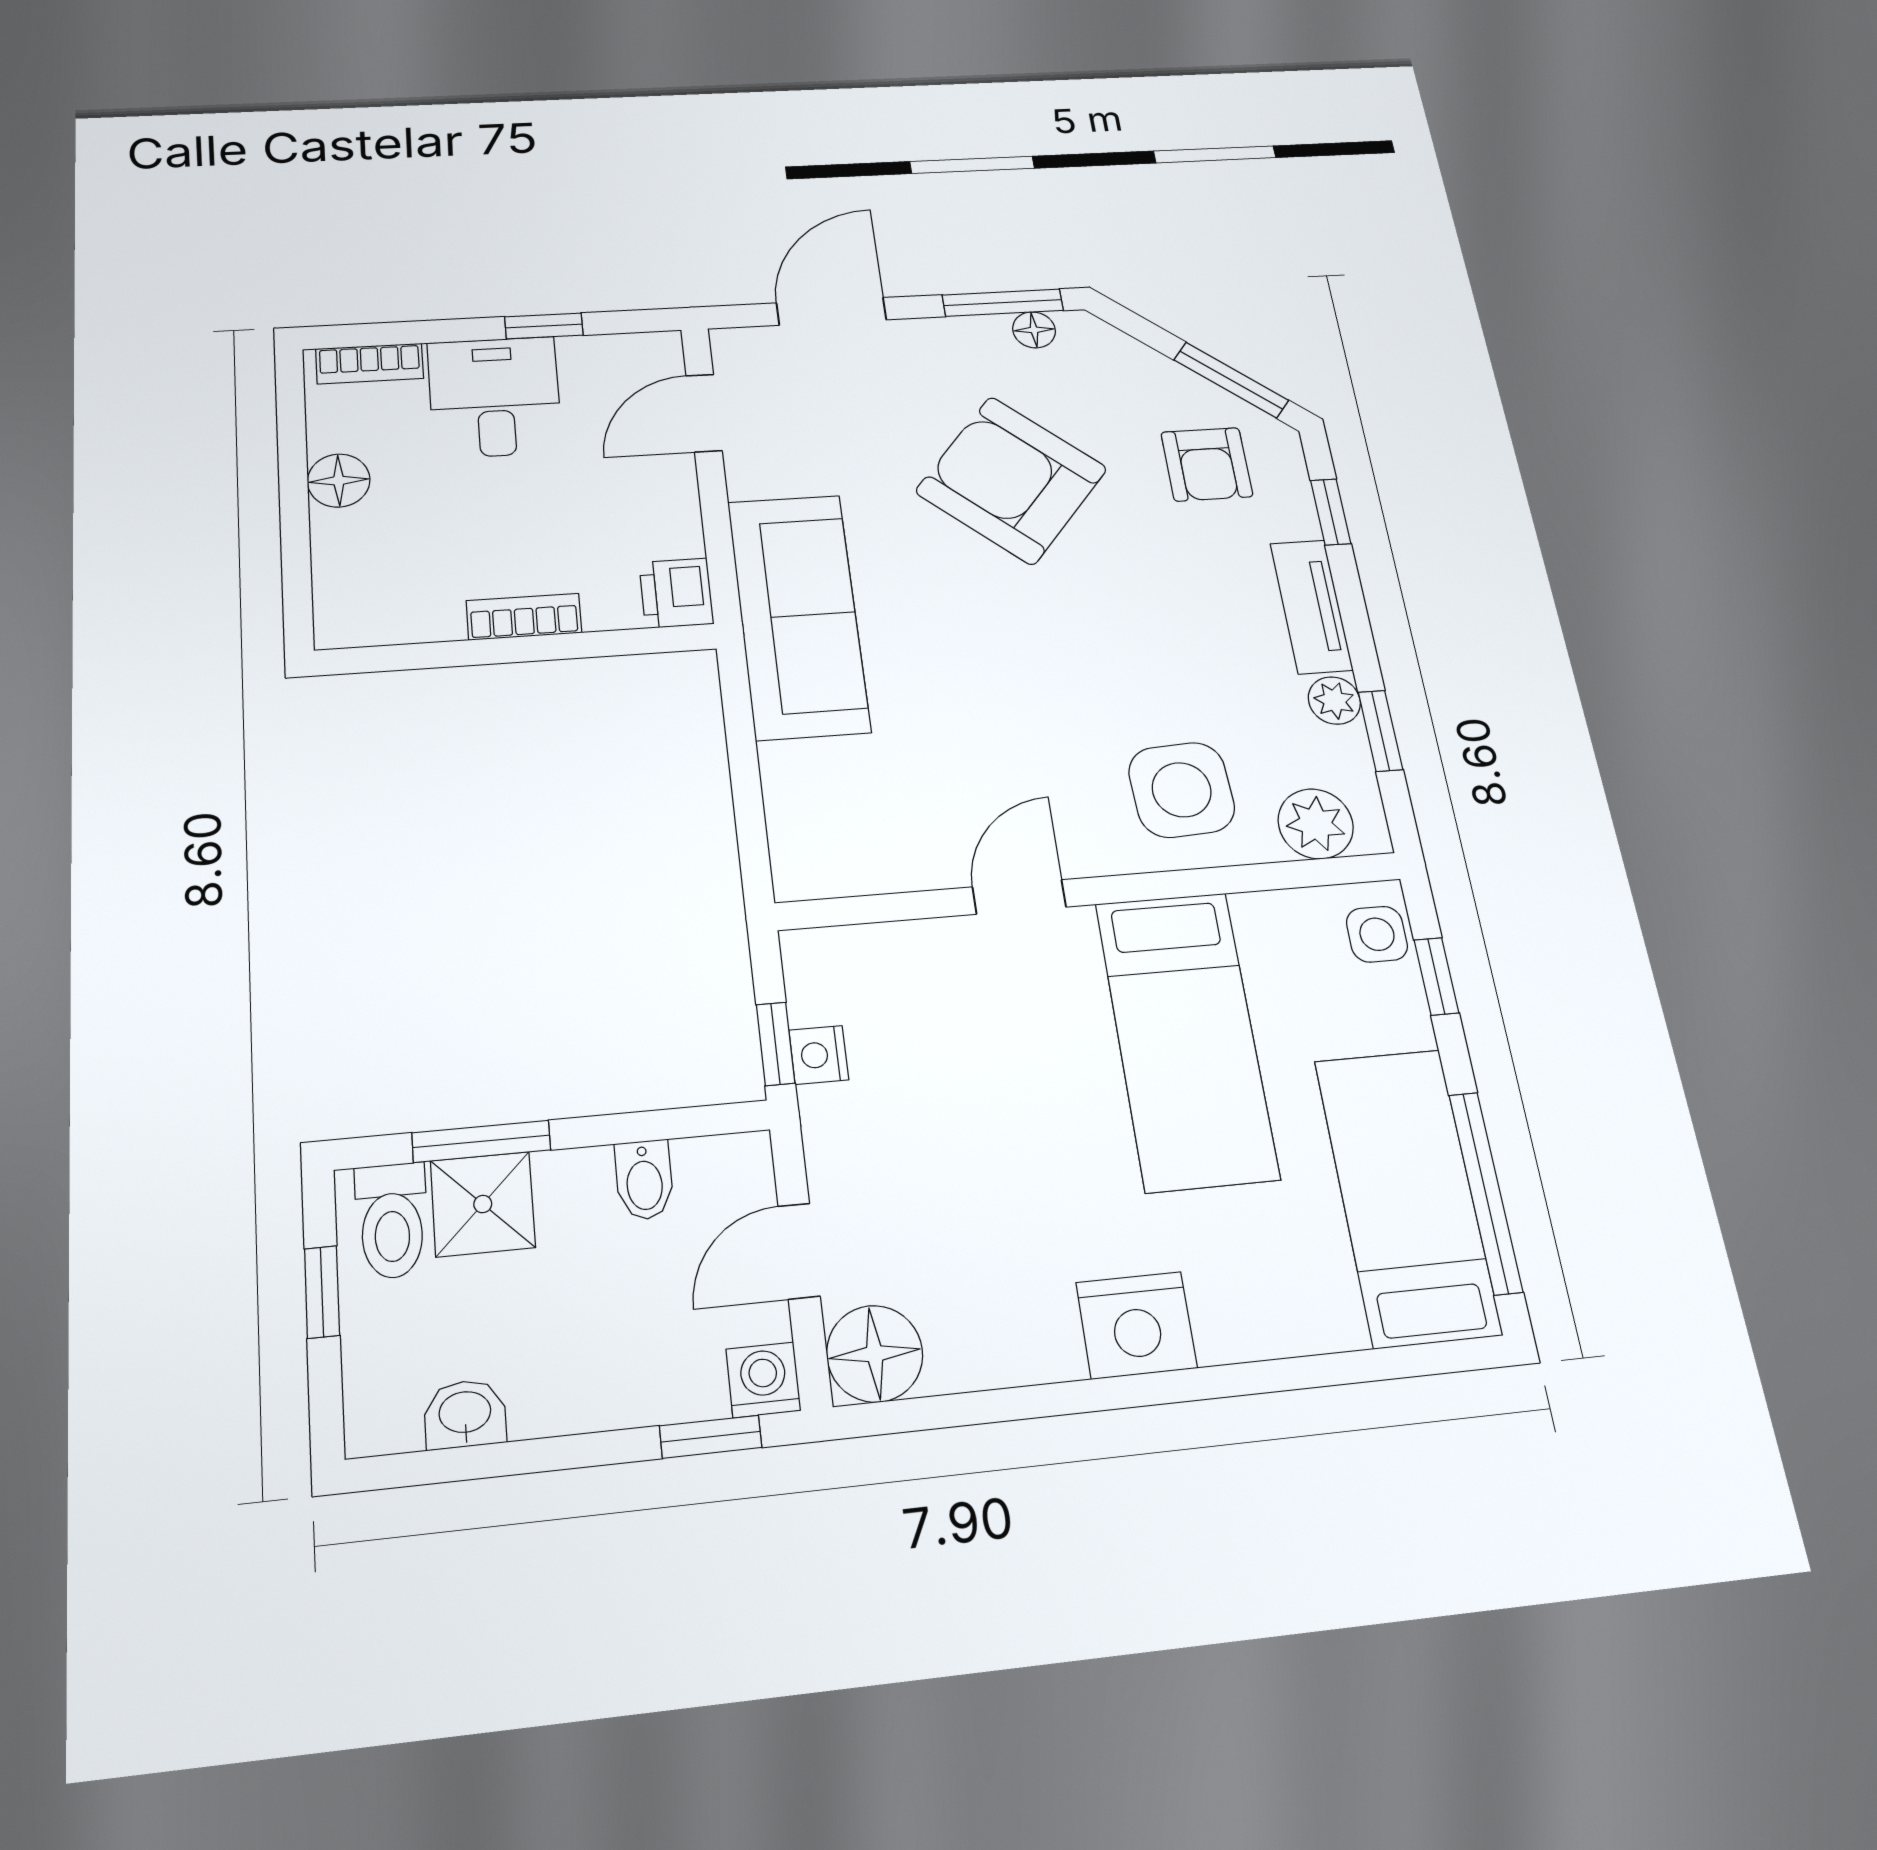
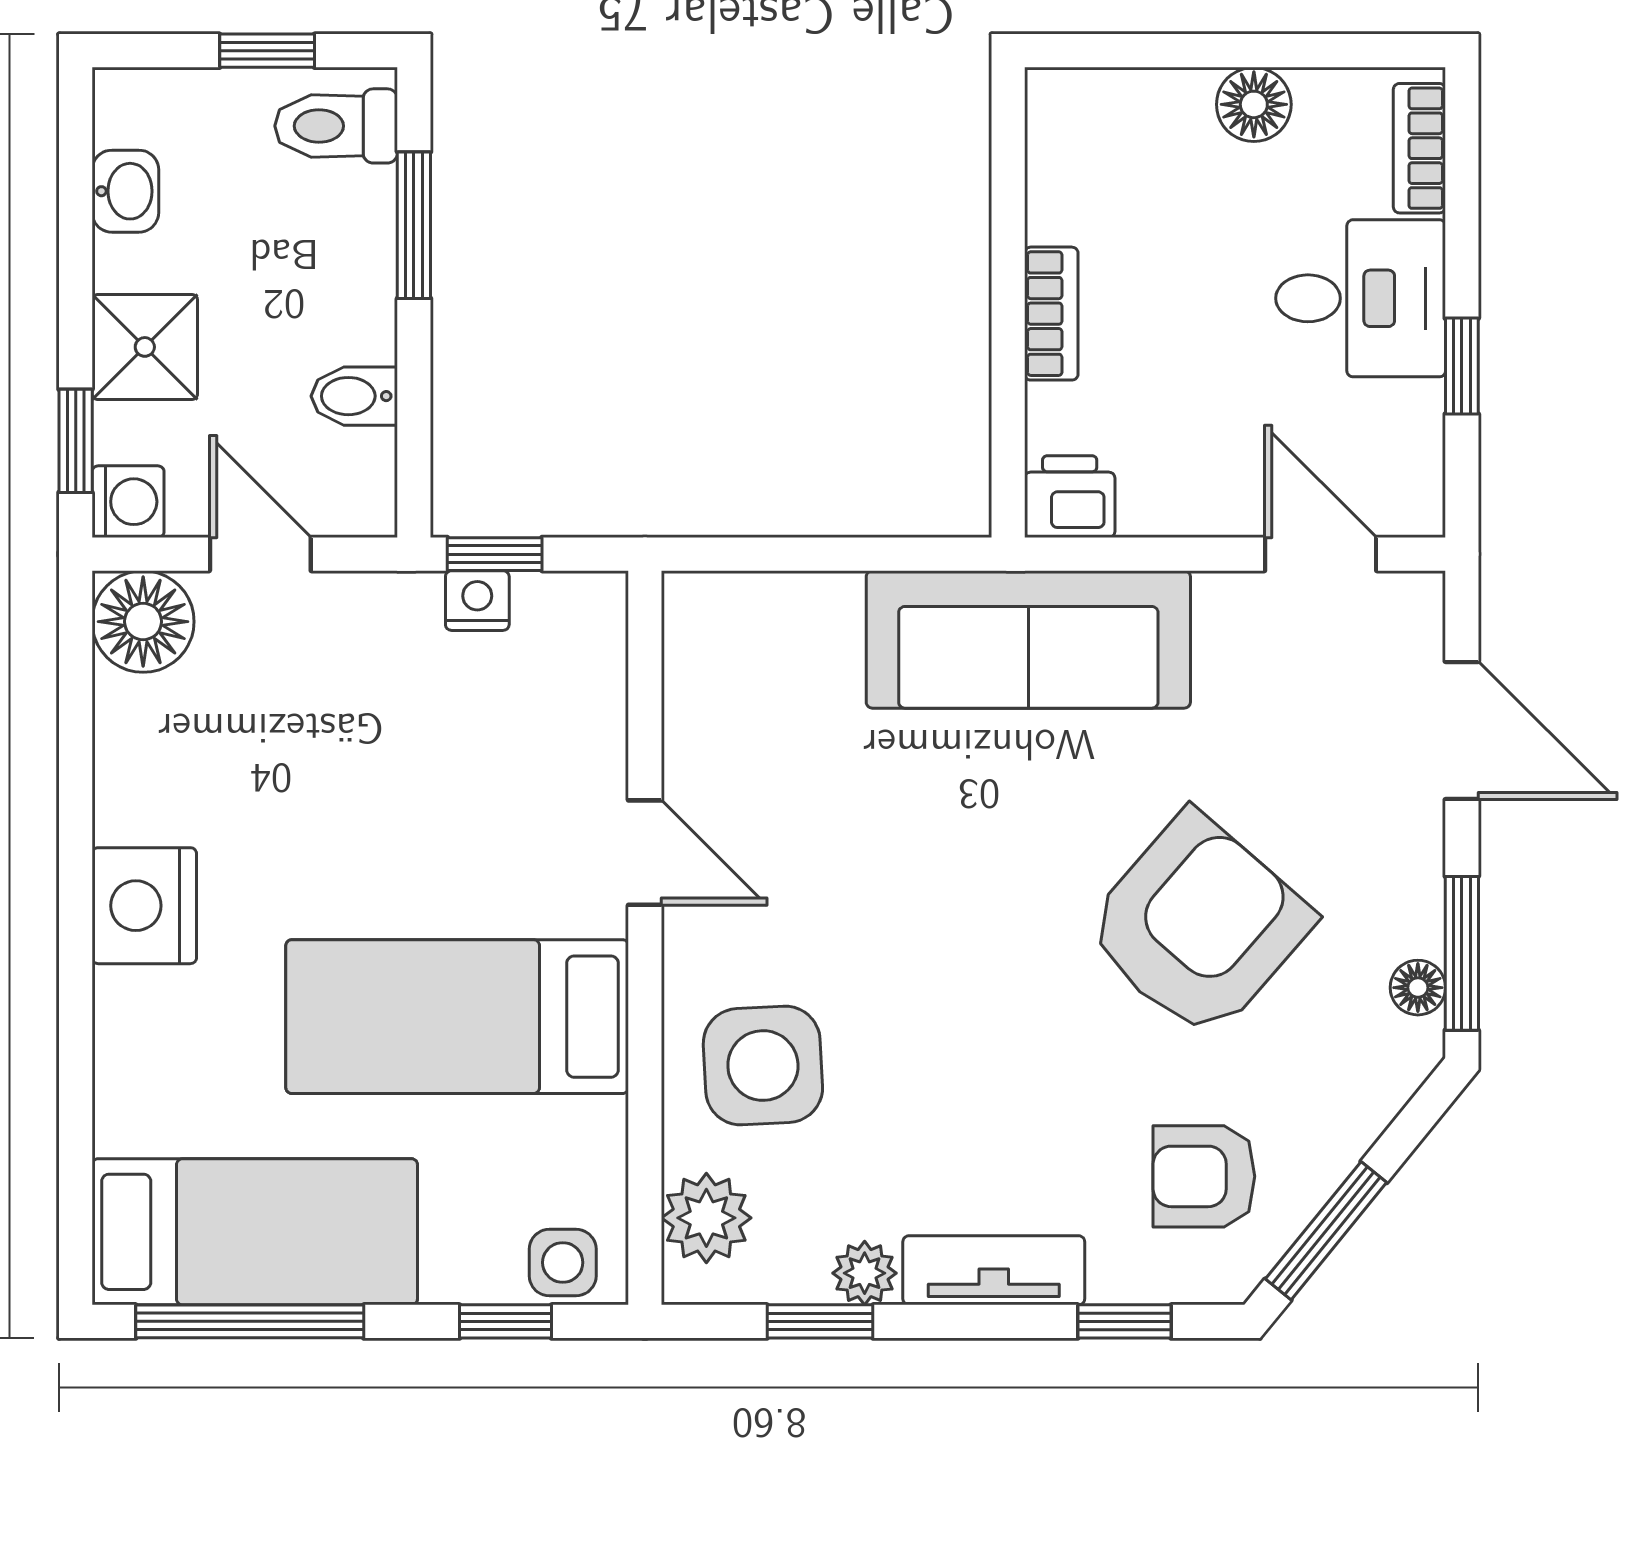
shower: (483, 1204) -> (145, 347), moved

